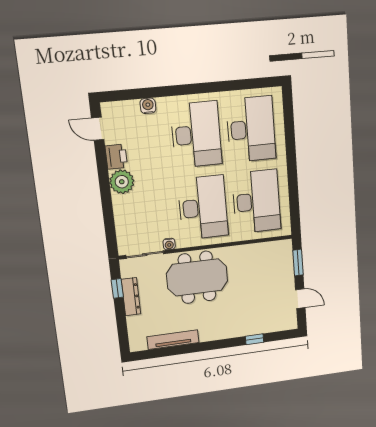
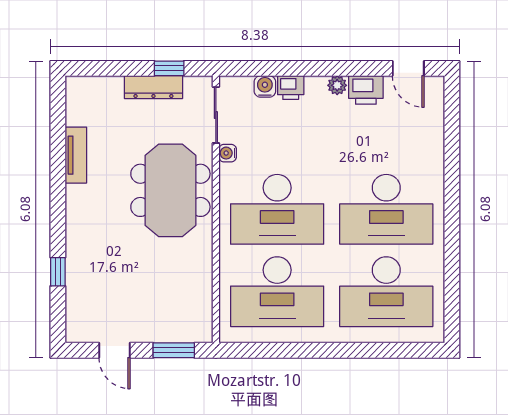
water cooler: (148, 106) -> (265, 86), moved, turned -90
door: (98, 129) -> (408, 68), swing flipped
plant: (122, 182) -> (337, 85), width x0.53, depth x0.53
printer: (121, 208) -> (291, 88), added
door: (300, 299) -> (114, 350), hinge flipped
tv unit: (173, 340) -> (76, 155), width x0.71

